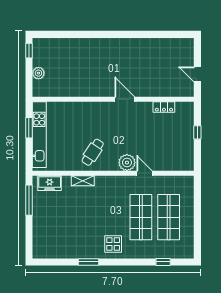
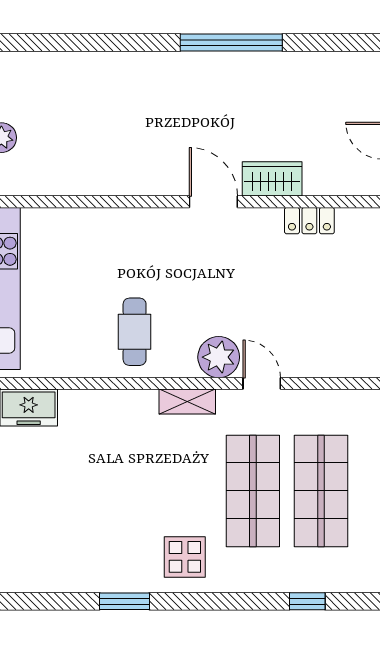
window: (132, 34) -> (231, 43), added
wardrobe: (149, 90) -> (272, 179), added
cafe table: (93, 152) -> (135, 332), turned -33
shelving: (83, 181) -> (187, 402), moved

